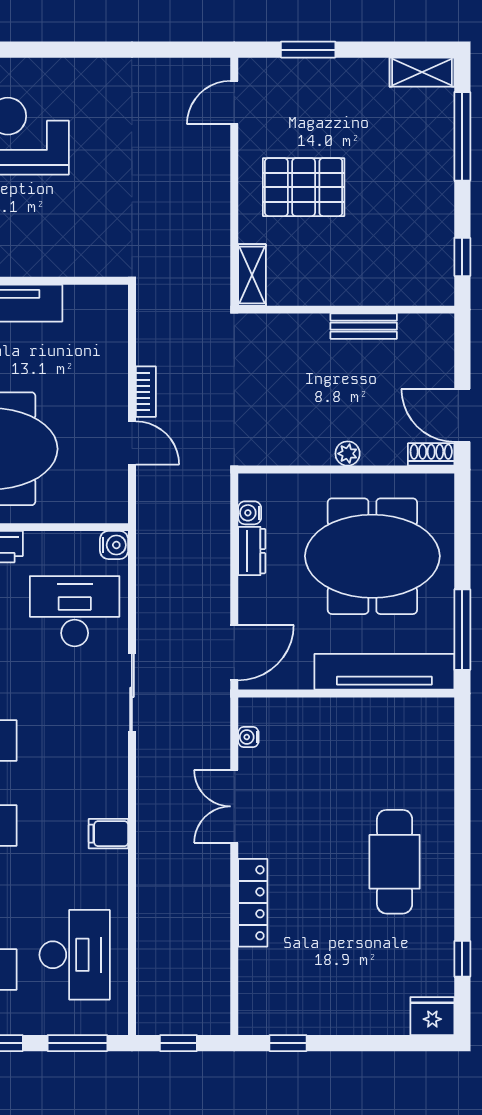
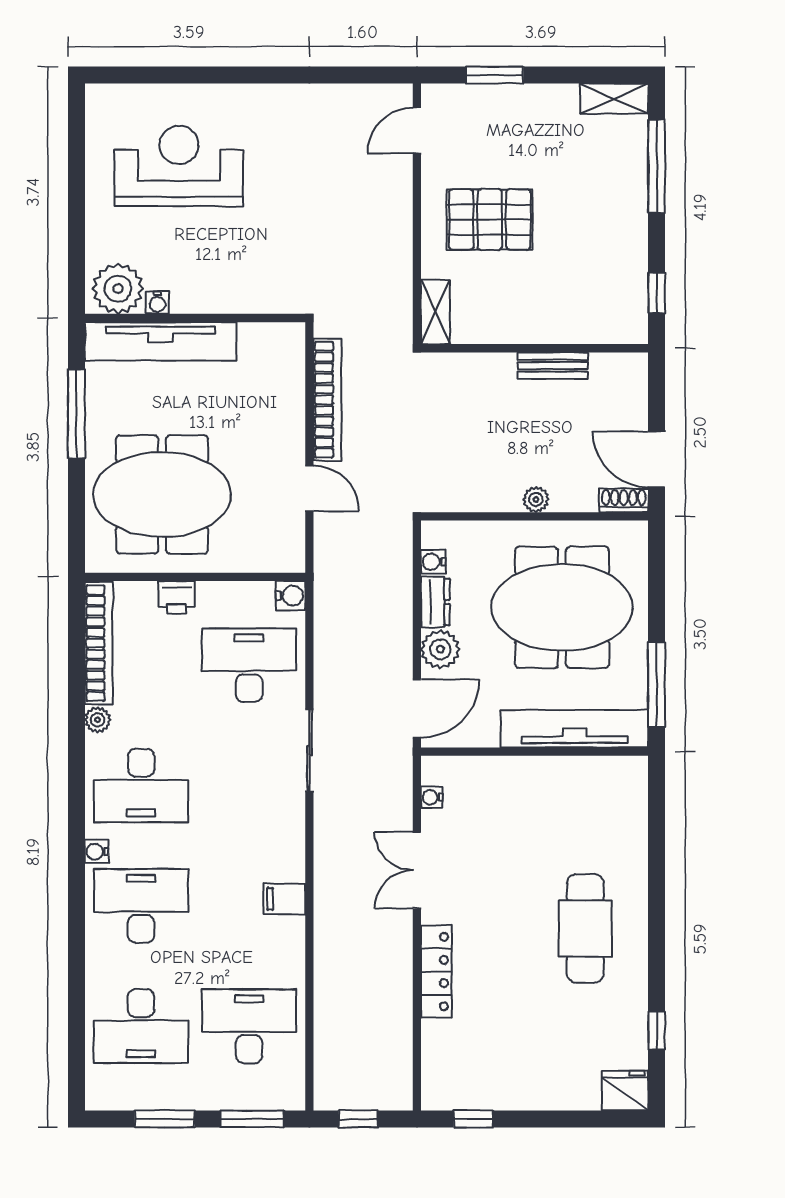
bookcase: (146, 392) -> (327, 400), width x2.31, depth x1.31
plant: (257, 596) -> (440, 649), added
desk: (75, 955) -> (249, 1026), turned -90

